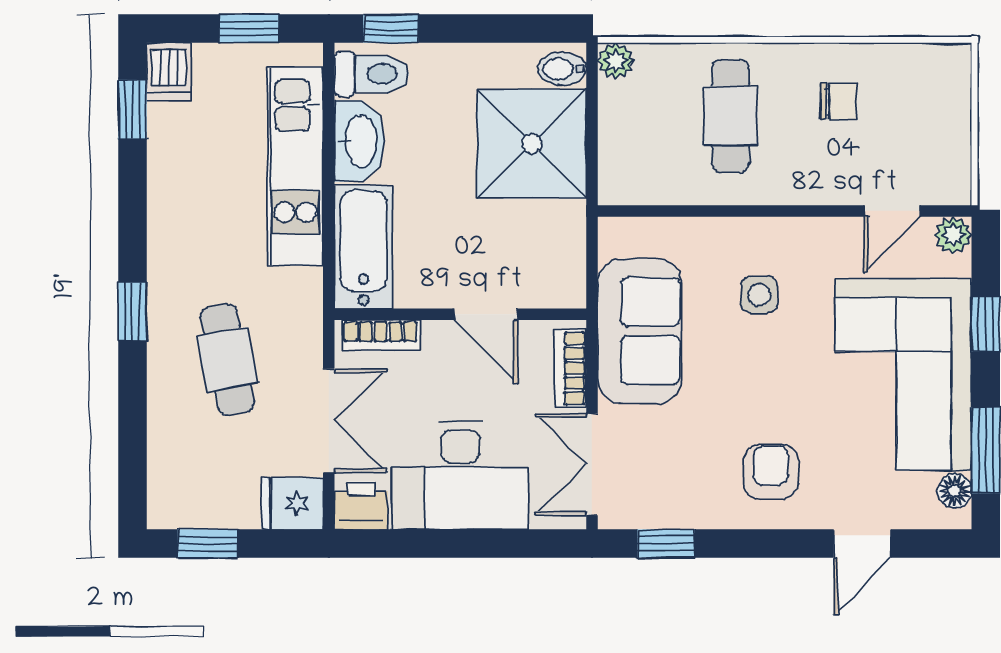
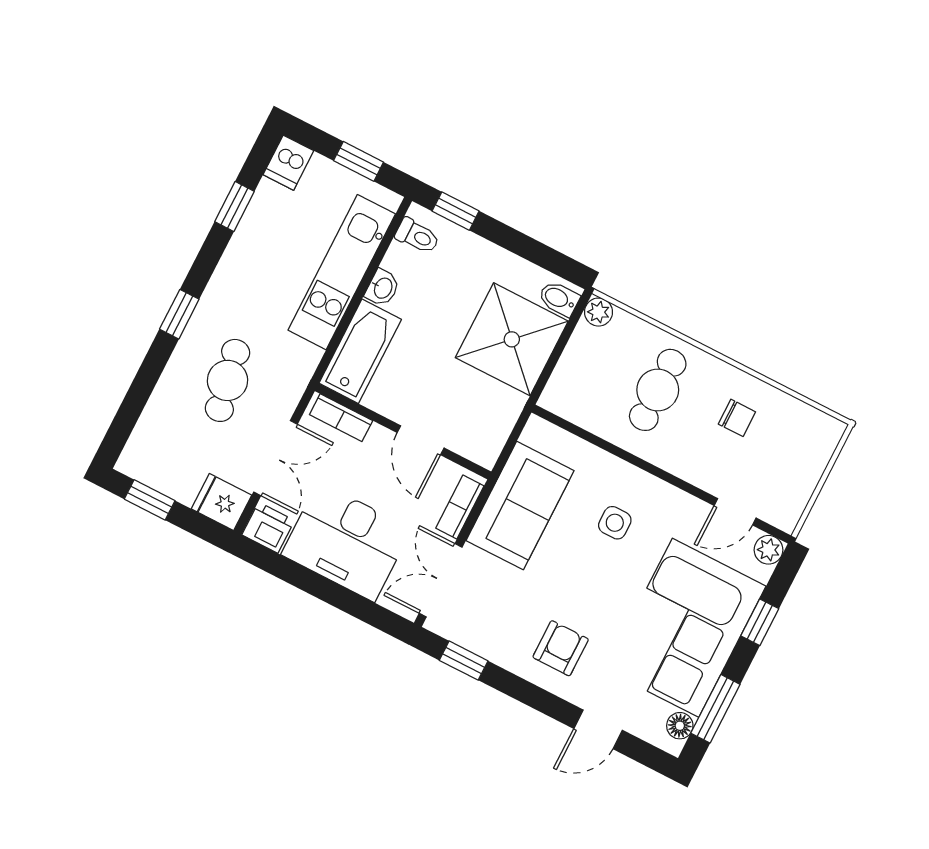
toilet: (372, 74) -> (417, 236), width x0.73, depth x0.72
window: (132, 109) -> (234, 207), moved
washbasin: (359, 141) -> (382, 288), width x0.52, depth x0.69

